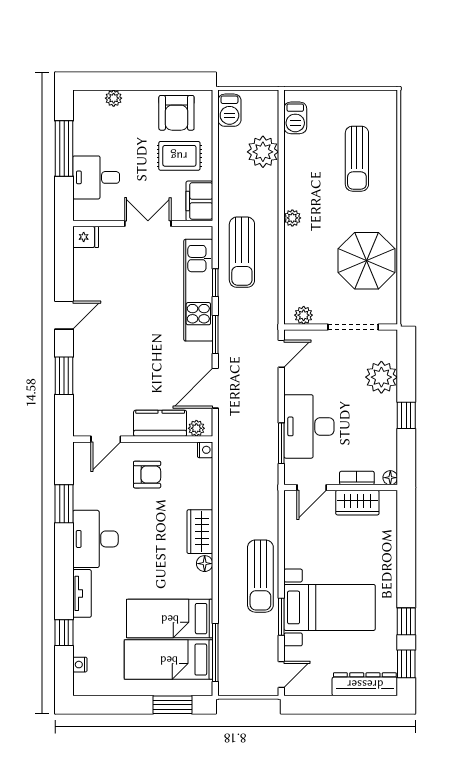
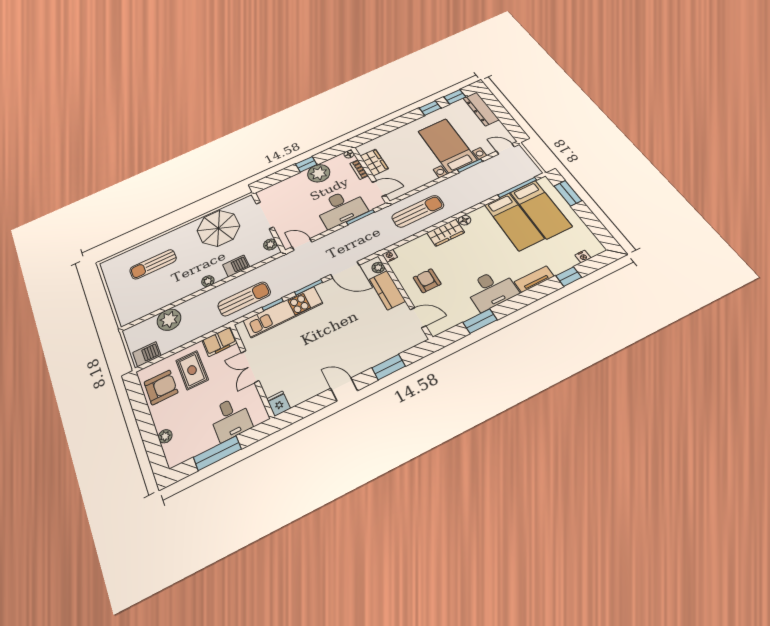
barbecue: (295, 118) -> (236, 266), moved
sun lounger: (357, 159) -> (153, 264), turned 180
plant: (381, 377) -> (319, 173), moved
sun lounger: (260, 576) -> (418, 211), moved

